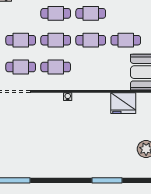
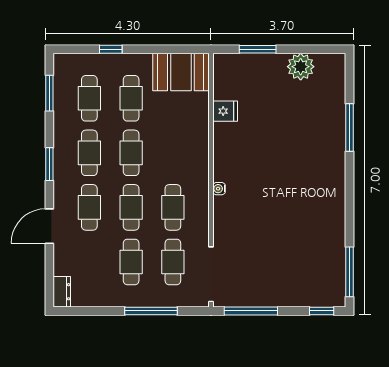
cafe table: (126, 13) -> (89, 98), added
fridge: (123, 103) -> (225, 111), width x0.53, depth x0.75

